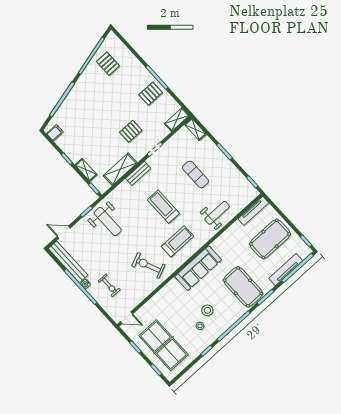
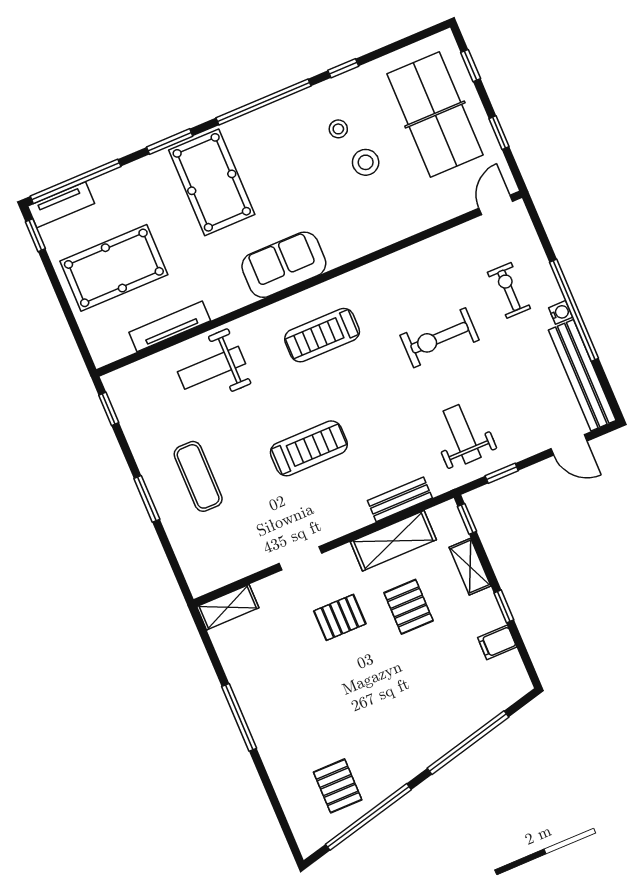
pallet: (151, 94) -> (409, 607), moved, turned 90
shelving: (195, 129) -> (194, 571), removed
filing cabinet: (55, 133) -> (497, 642), moved
bench: (138, 173) -> (400, 499), moved
exercise mat: (196, 174) -> (198, 476), moved
treadmill: (163, 207) -> (309, 448), moved, turned -90
tv unit: (253, 211) -> (170, 326), moved
weight bench: (108, 222) -> (462, 434), width x0.73, depth x0.75
exercise bike: (148, 265) -> (440, 338), moved, turned 113
sofa: (198, 268) -> (284, 265), width x0.73
tv unit: (286, 270) -> (61, 205), moved, width x0.71
stool: (207, 310) -> (366, 162), moved
door: (126, 318) -> (496, 205), hinge flipped

